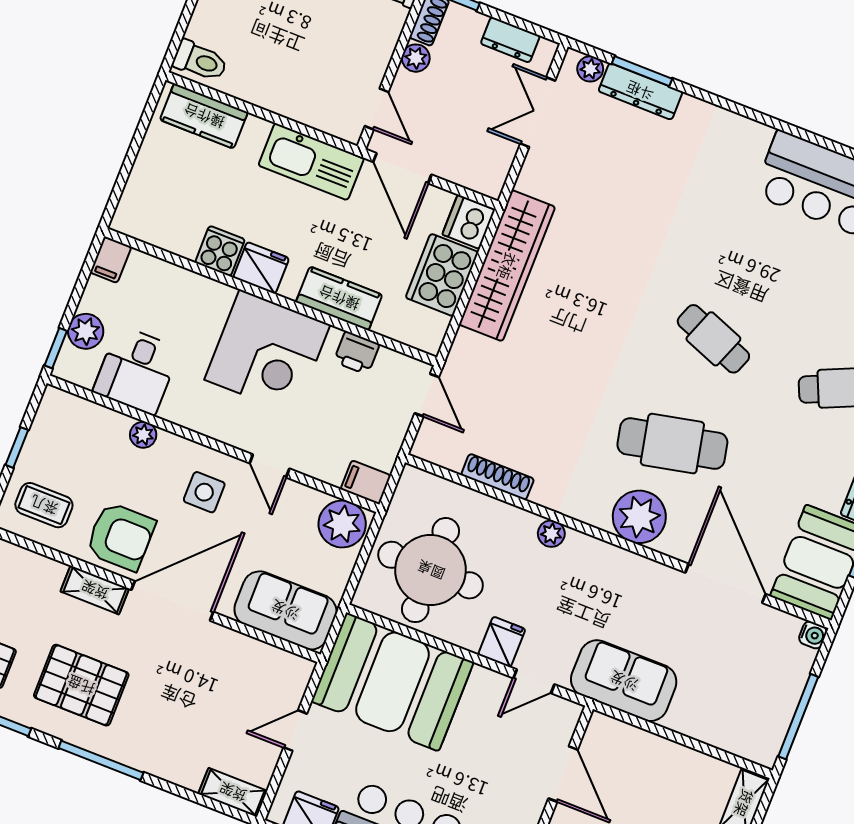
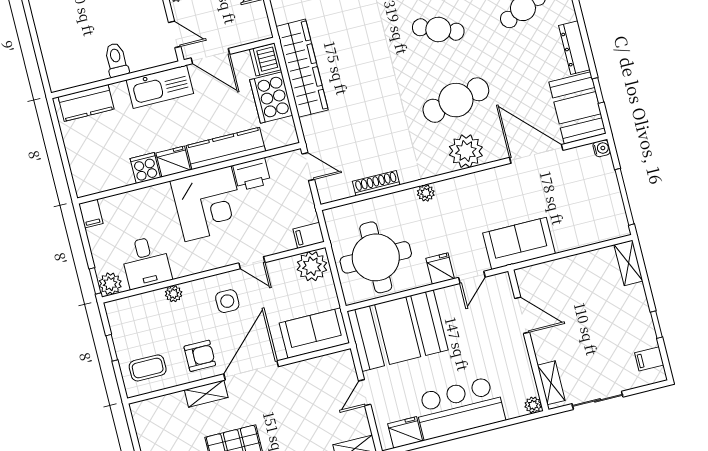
toilet: (200, 61) -> (116, 60), moved, turned -90
kitchen counter: (339, 298) -> (226, 148), width x1.50
plant: (86, 331) -> (110, 284), moved
printer: (356, 353) -> (252, 174), width x1.36, depth x1.24
armchair: (121, 537) -> (200, 356), width x0.72, depth x0.72

